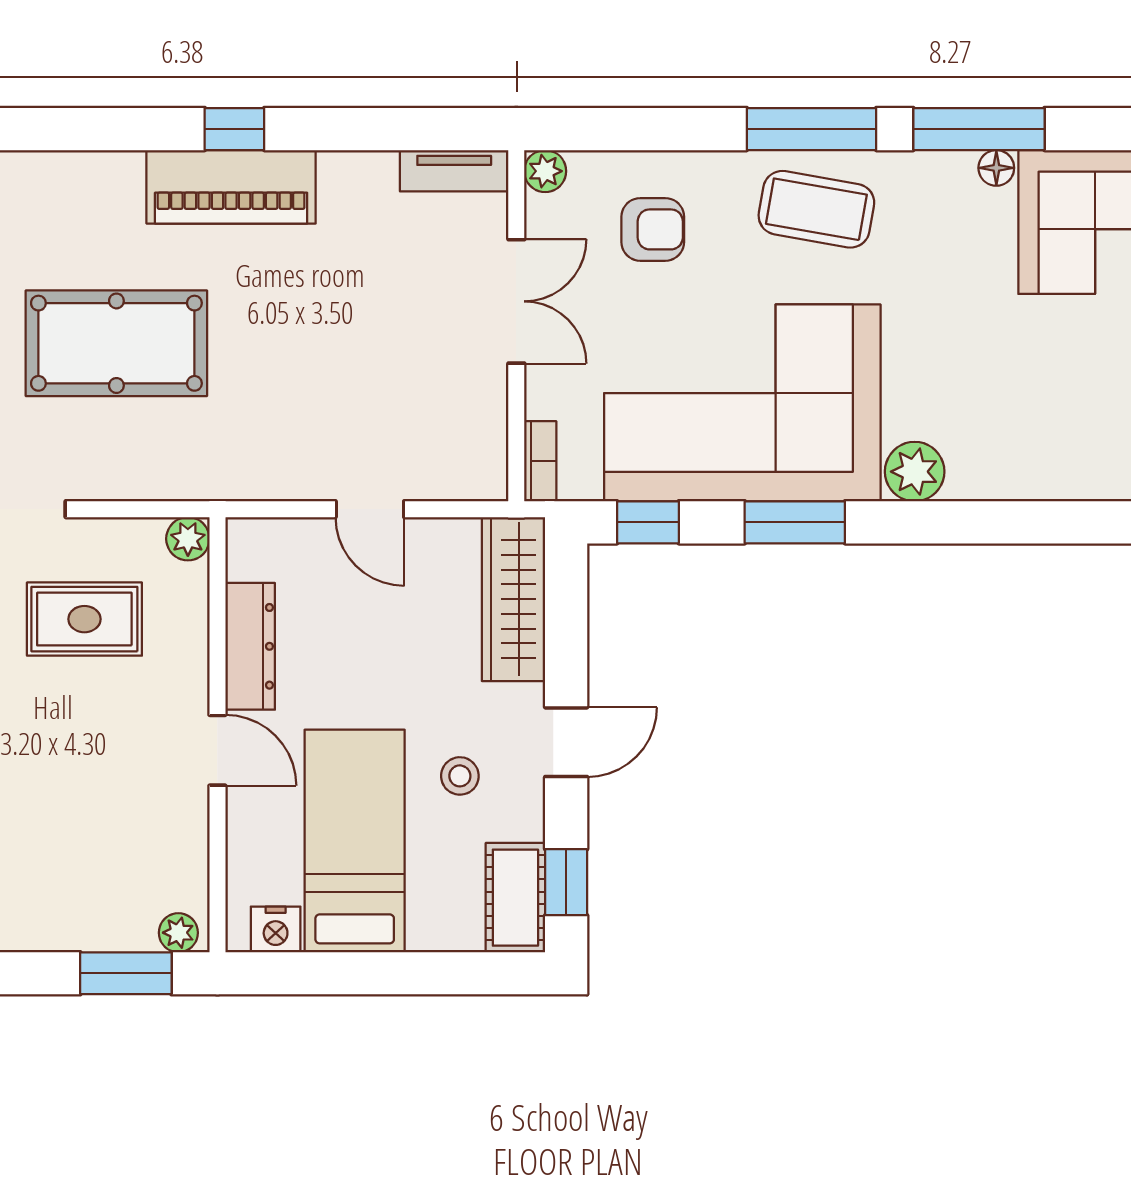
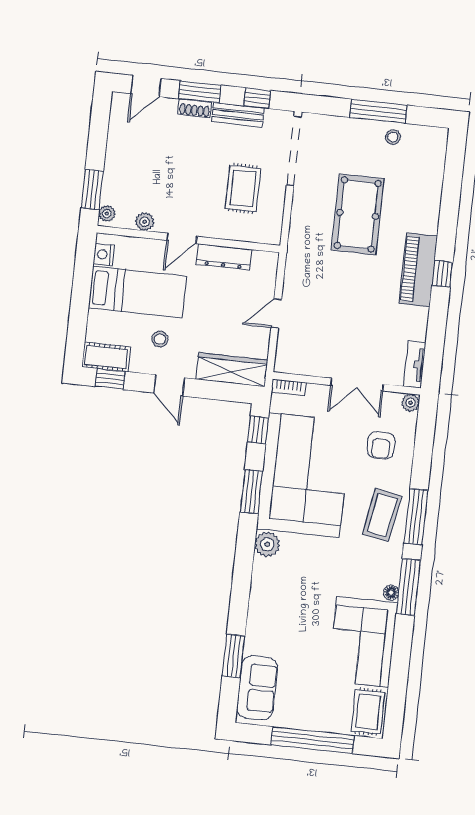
plant: (188, 539) -> (145, 222), moved

